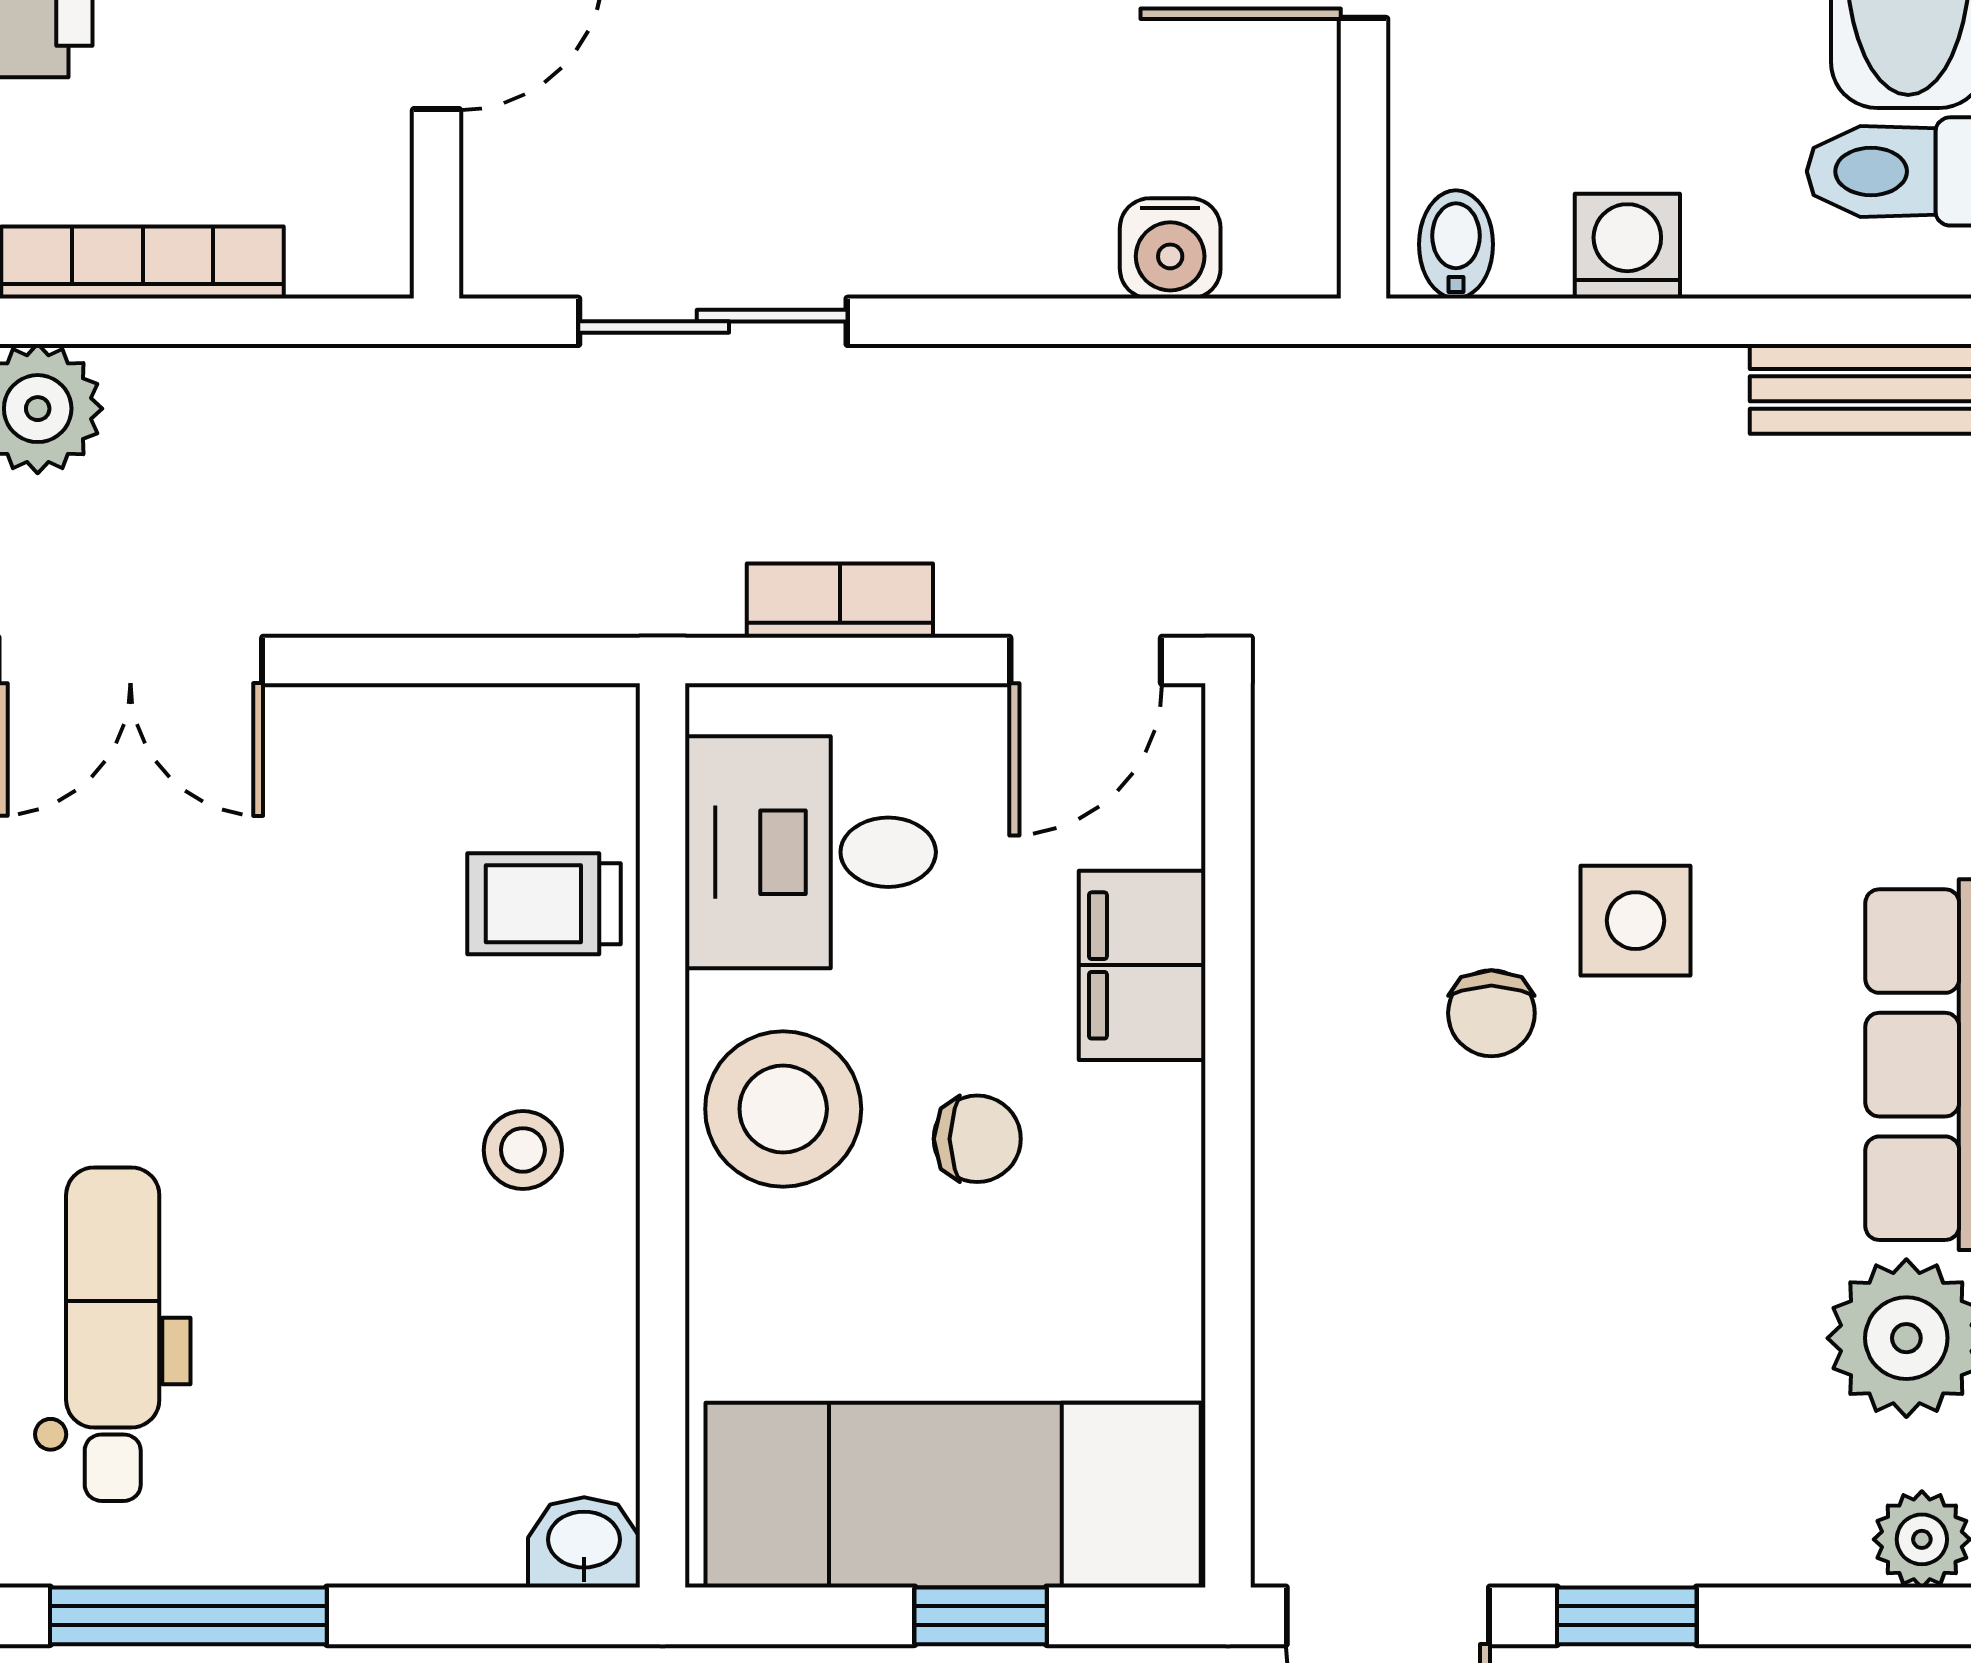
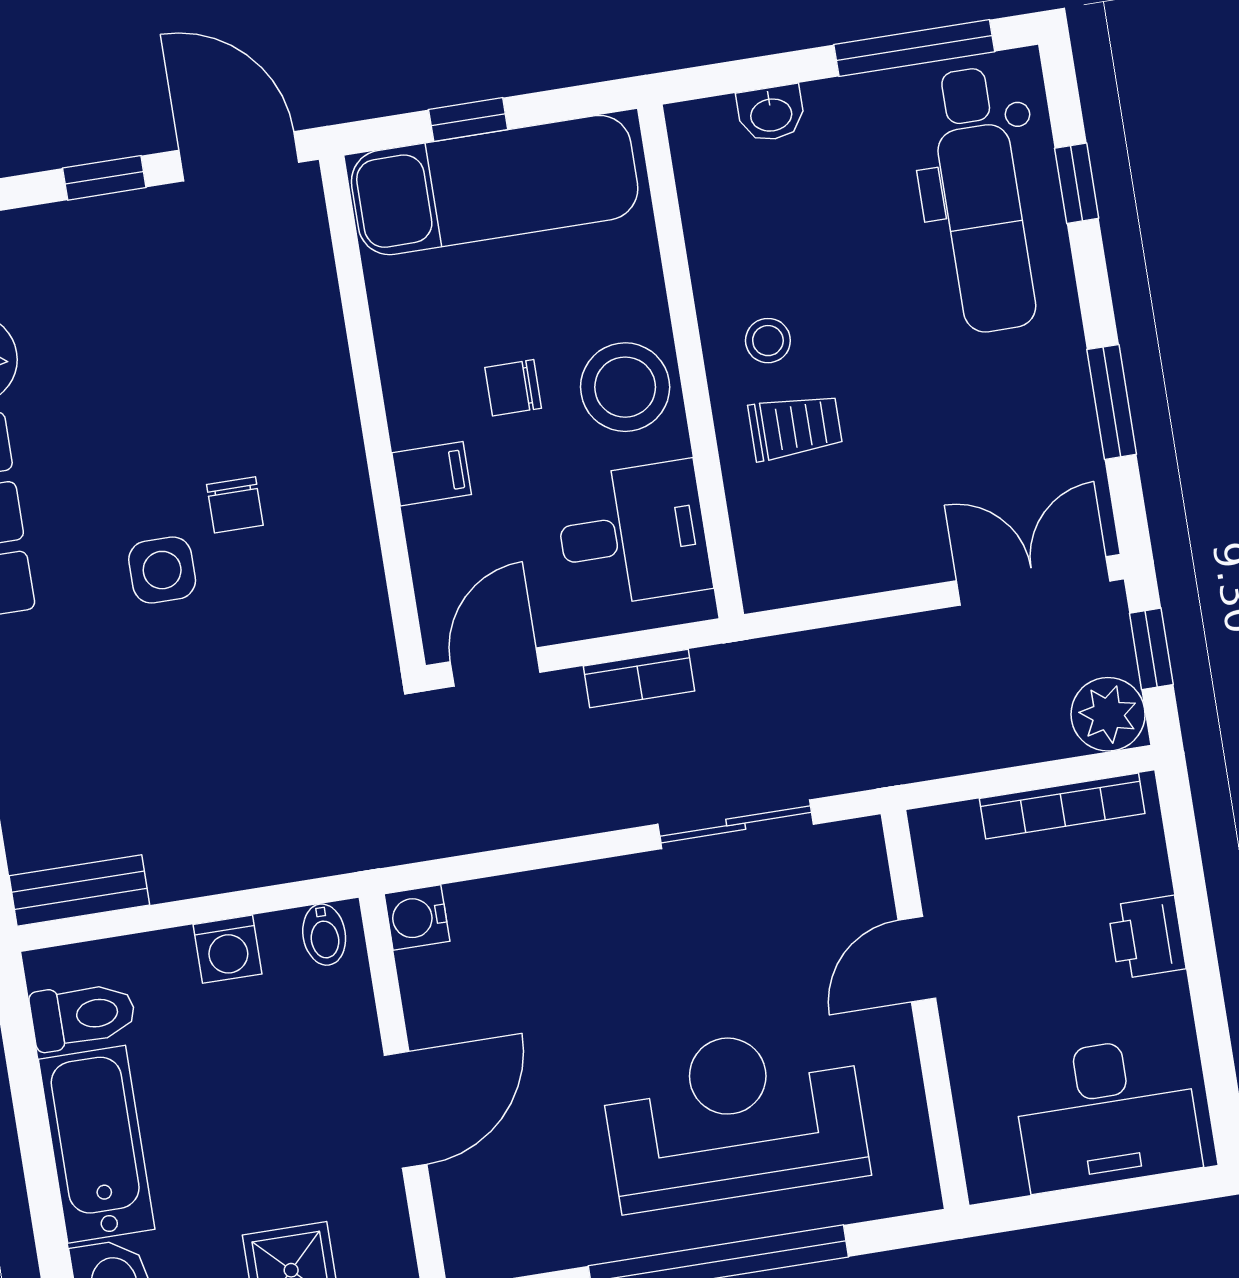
water cooler: (1170, 248) -> (417, 917), moved, turned -90
trolley: (544, 904) -> (795, 427), moved
filing cabinet: (1142, 965) -> (432, 474), width x0.50
chair: (1491, 1013) -> (235, 505), turned 180
dental chair: (113, 1334) -> (982, 200), width x1.36, depth x1.38
washbasin: (584, 1542) -> (771, 113), moved

